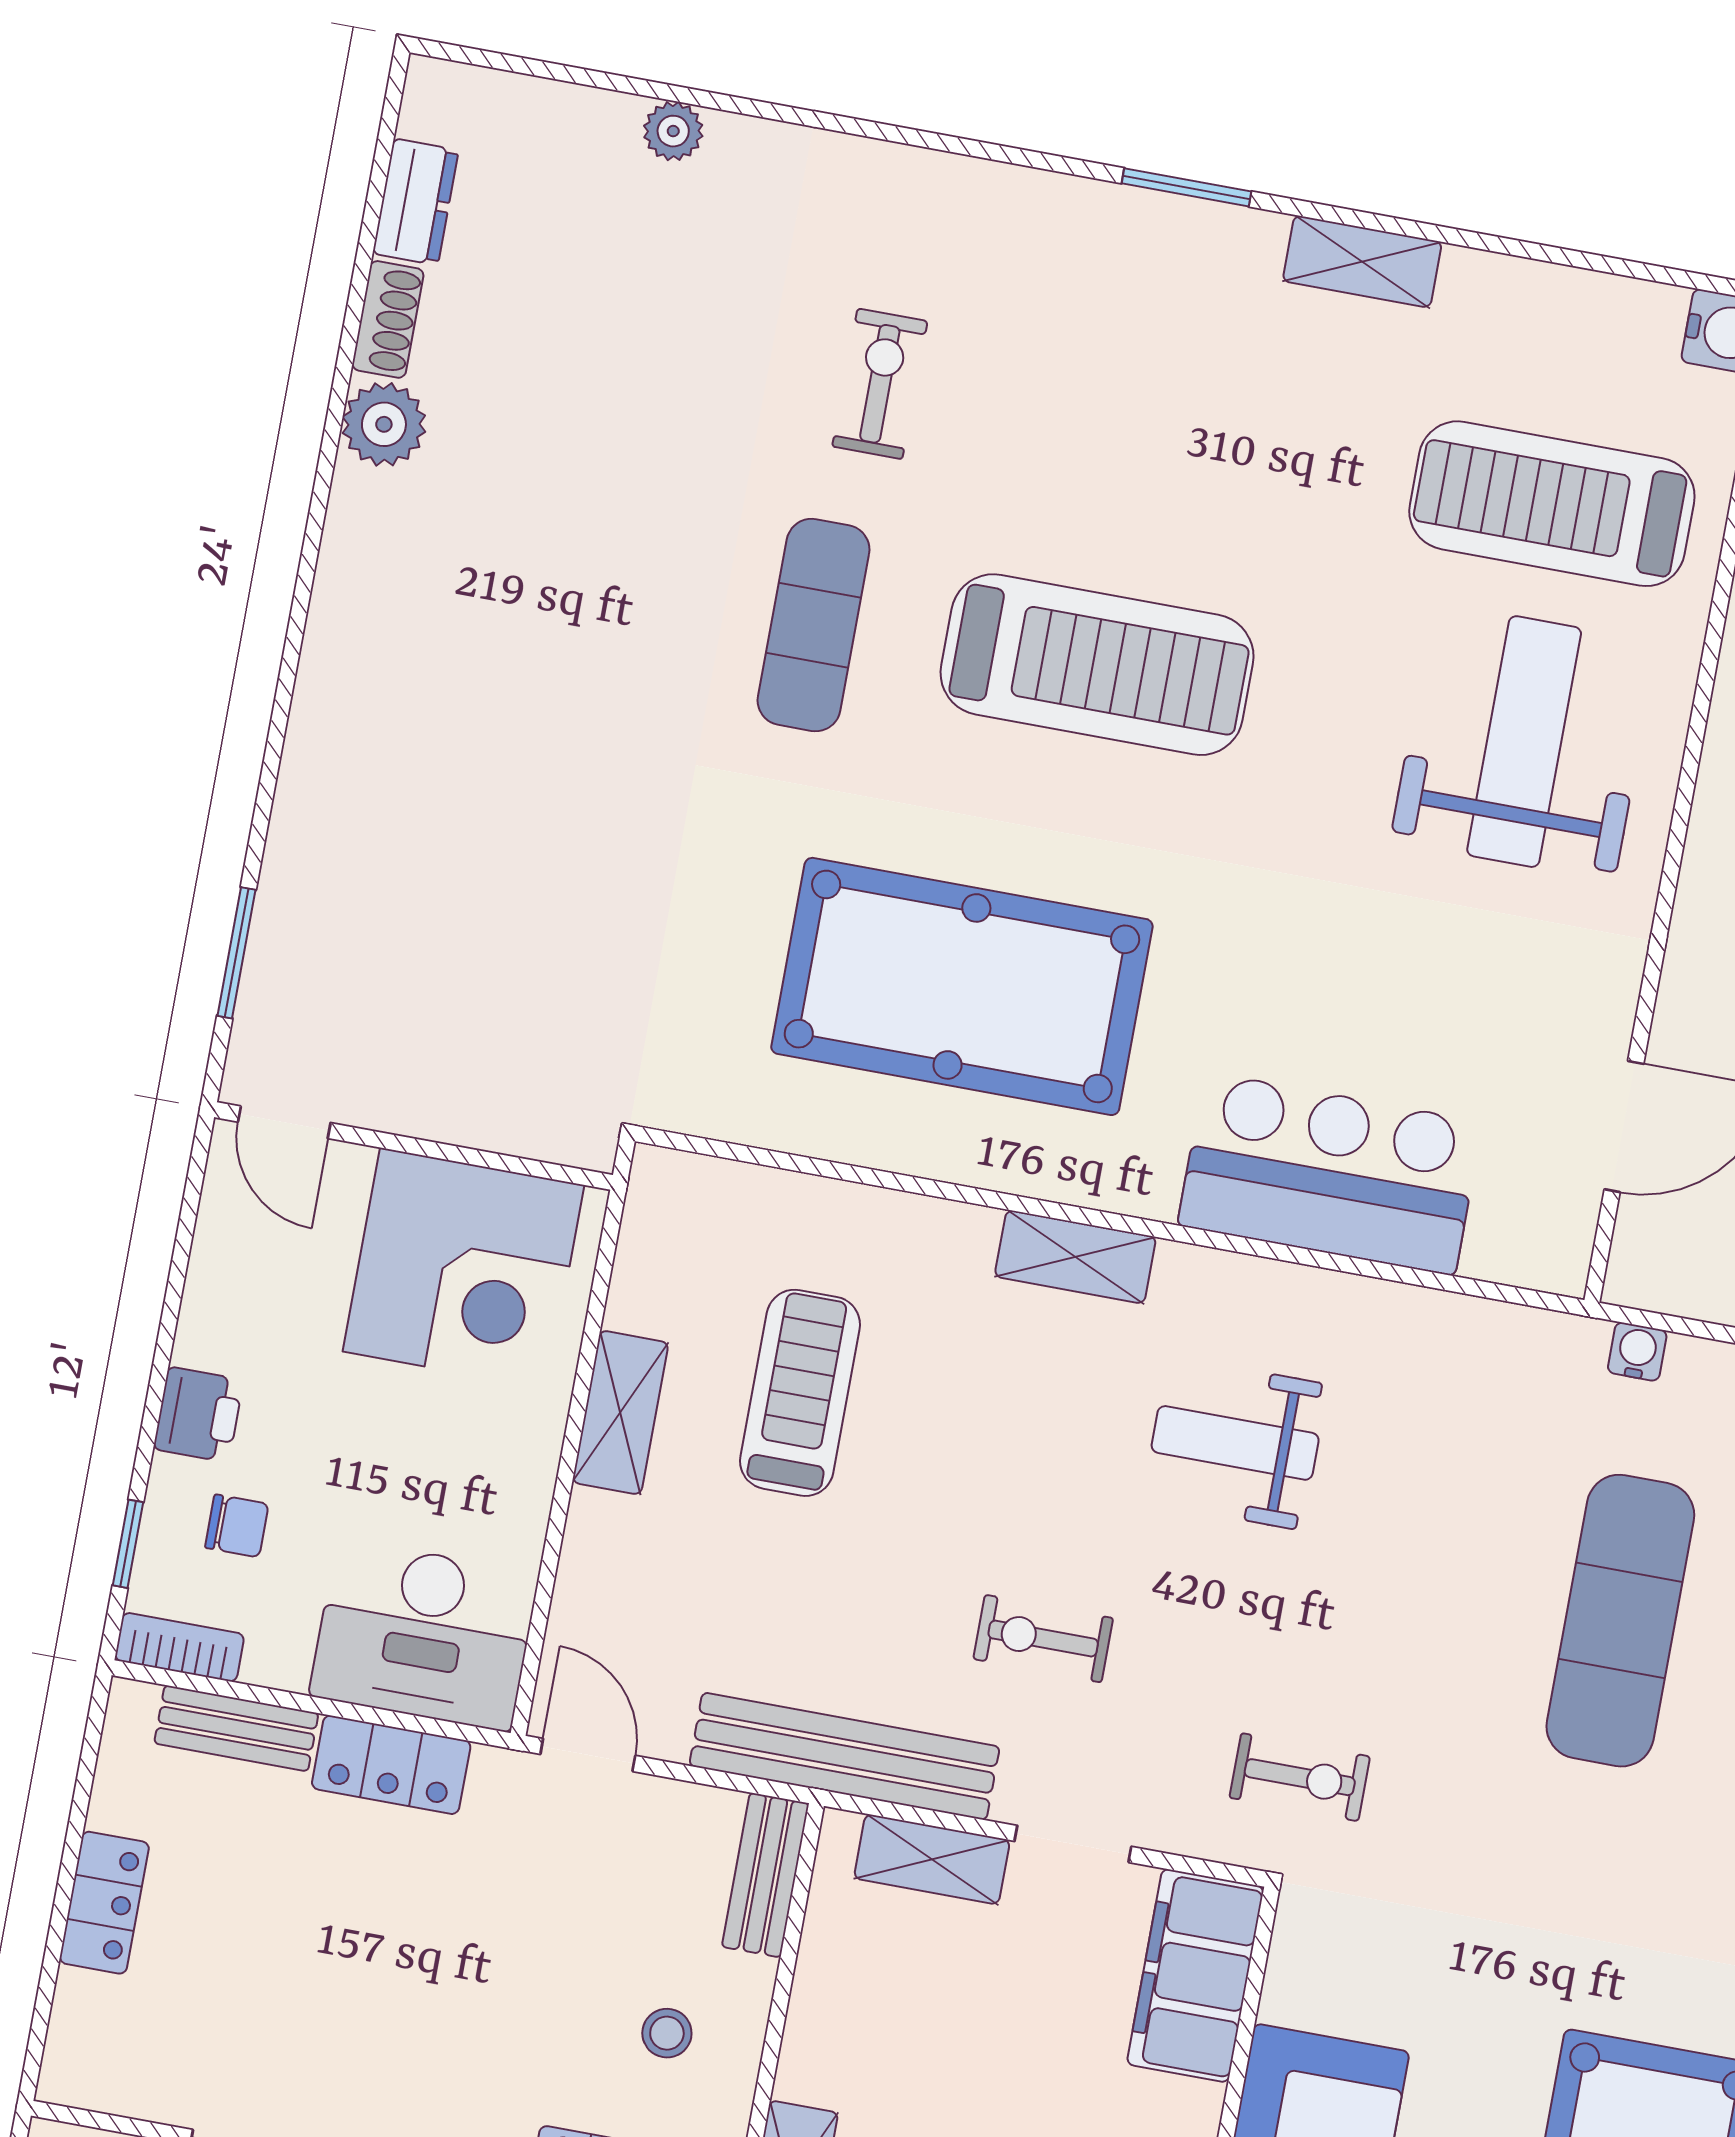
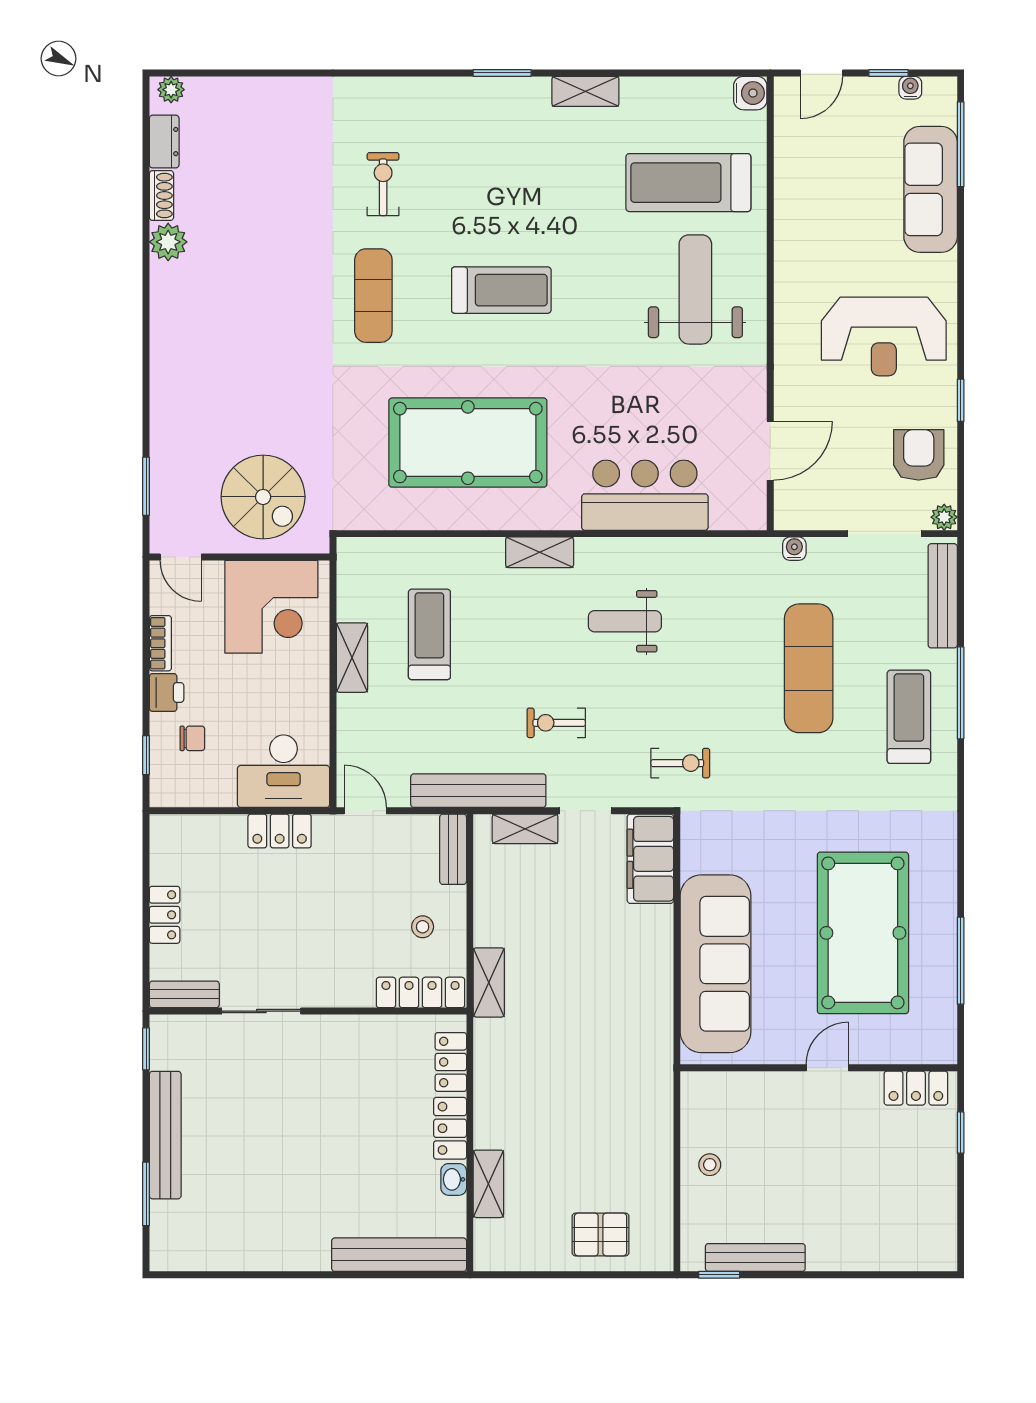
plant: (673, 131) -> (171, 90), moved
treadmill: (1097, 665) -> (501, 290), width x0.73, depth x0.73
spiral stairs: (490, 1023) -> (263, 497), added
bookcase: (179, 1647) -> (160, 643), moved, turned 90
bench: (236, 1728) -> (184, 994), moved

